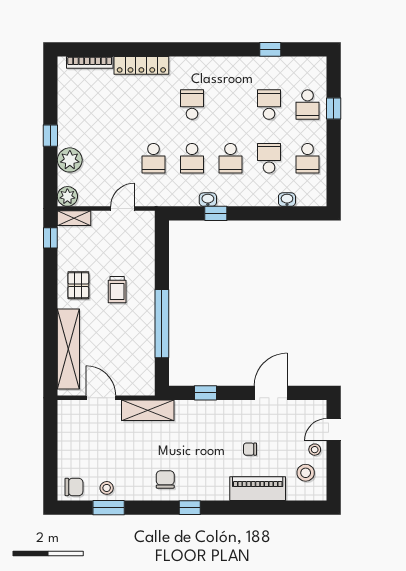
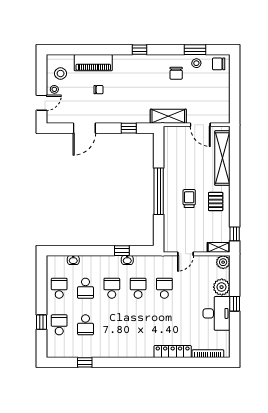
school desk: (192, 105) -> (138, 325), removed
desk: (77, 121) -> (217, 313), added
window: (162, 324) -> (159, 191), moved
chair: (165, 479) -> (176, 73), moved

